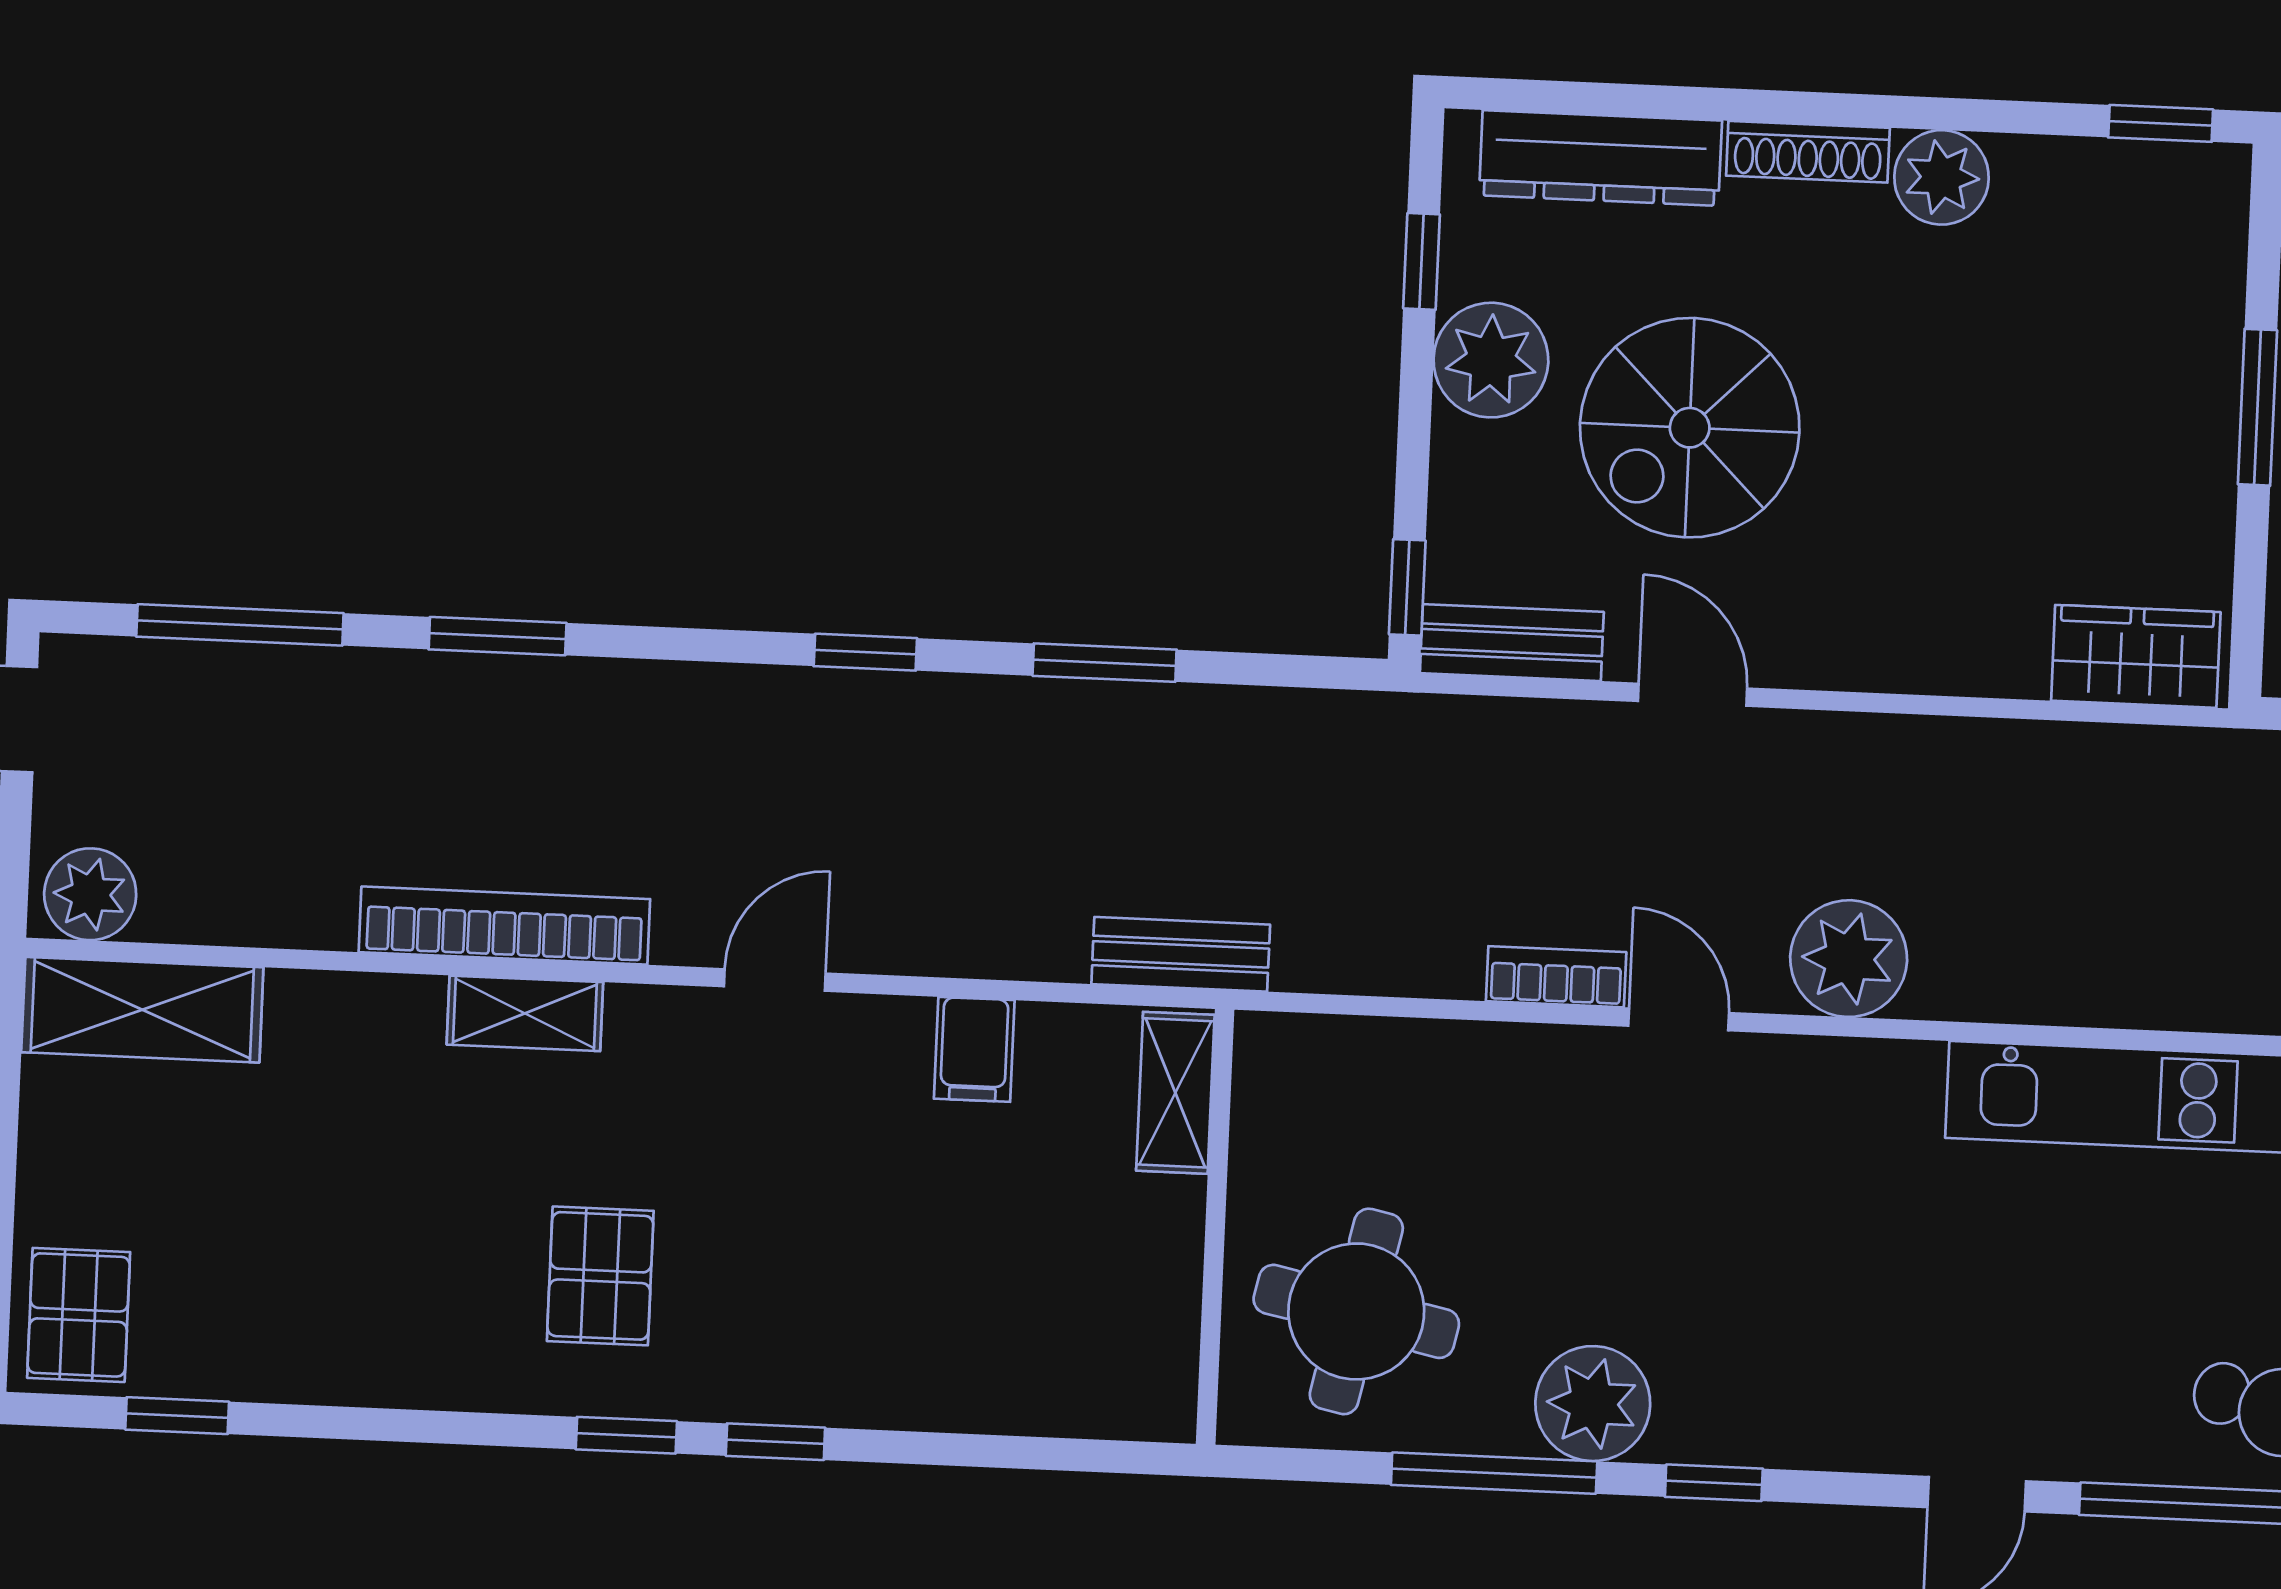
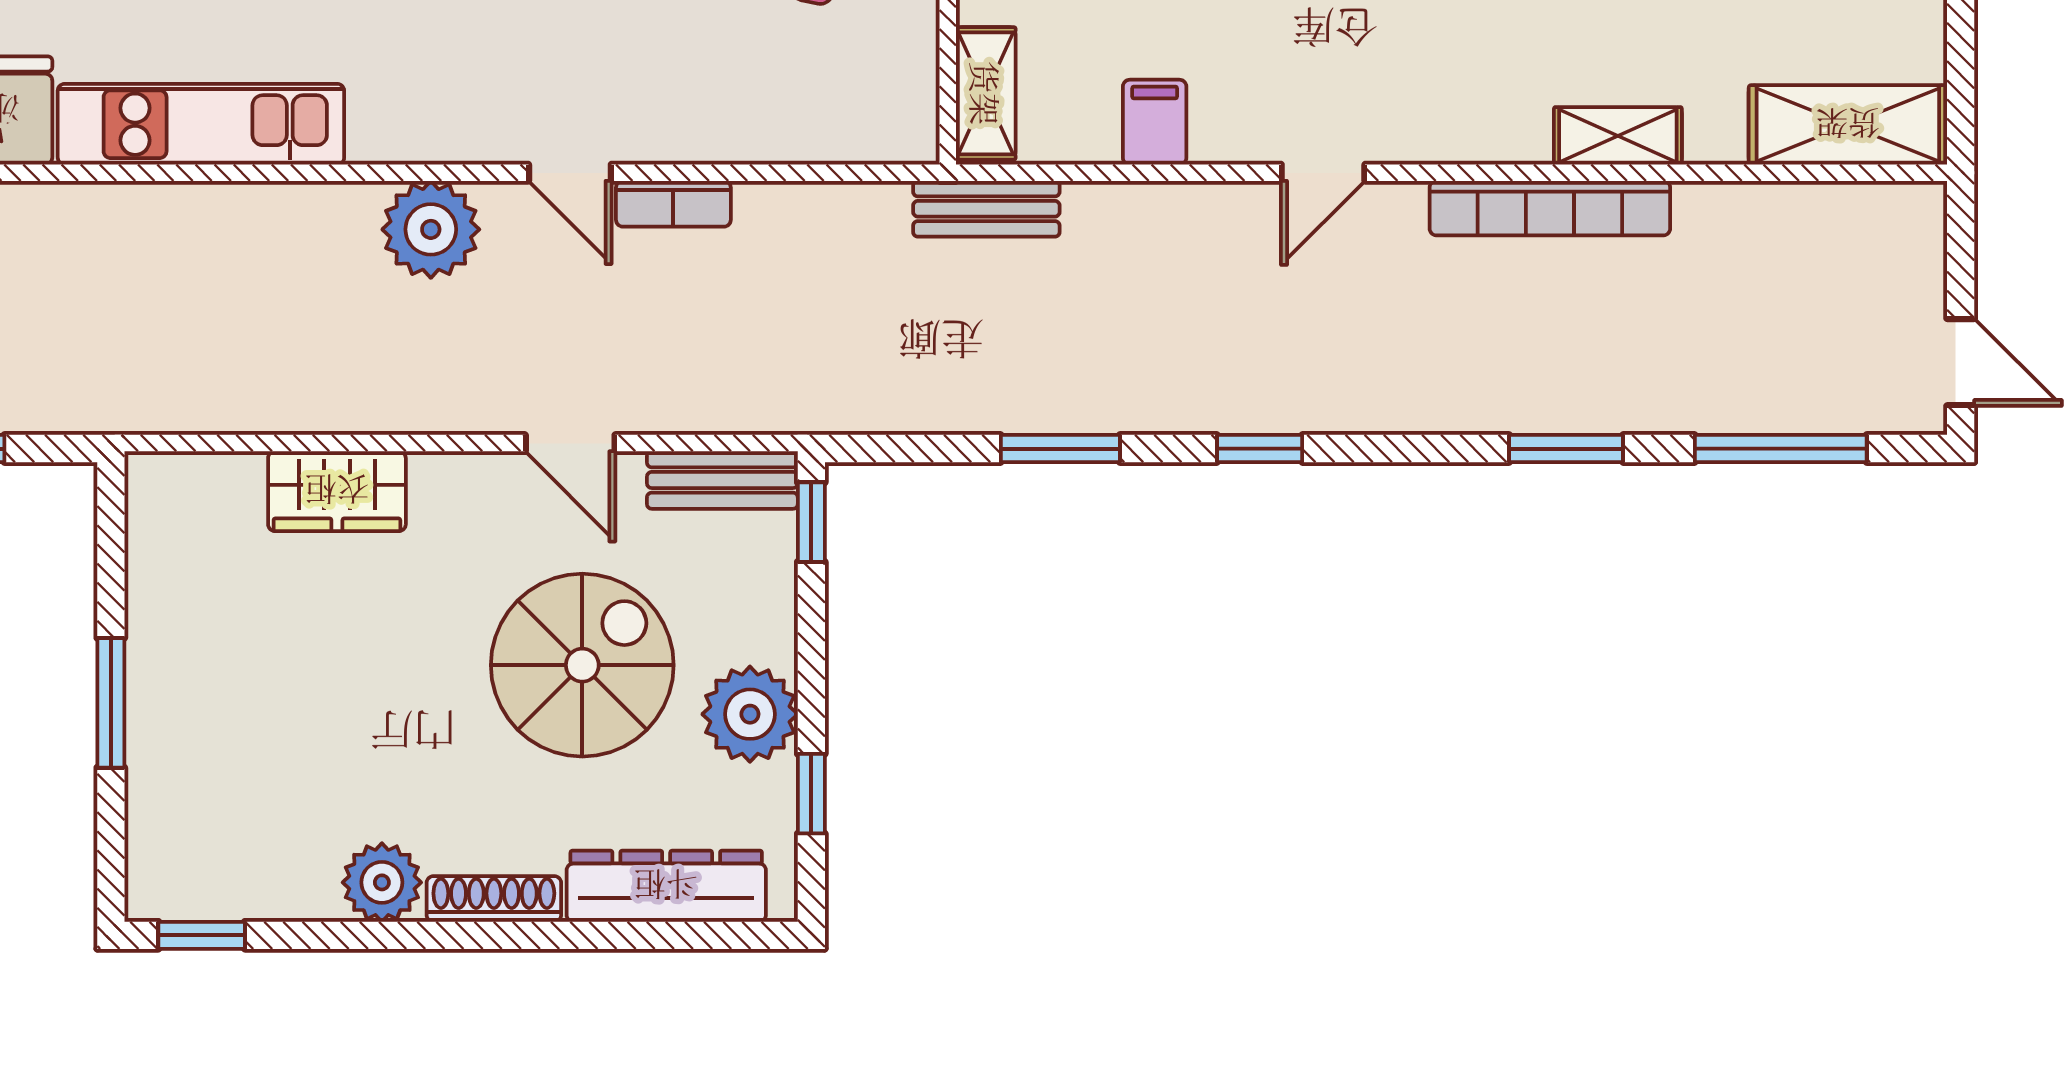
wardrobe: (2136, 656) -> (337, 491), moved
plant: (90, 894) -> (1895, 219), removed
shelving: (525, 1013) -> (1618, 136), moved

